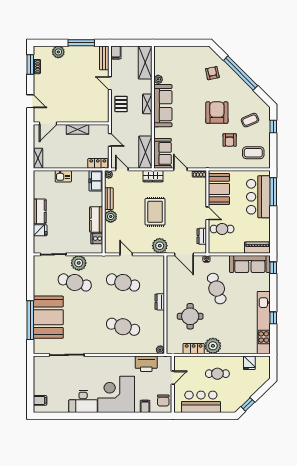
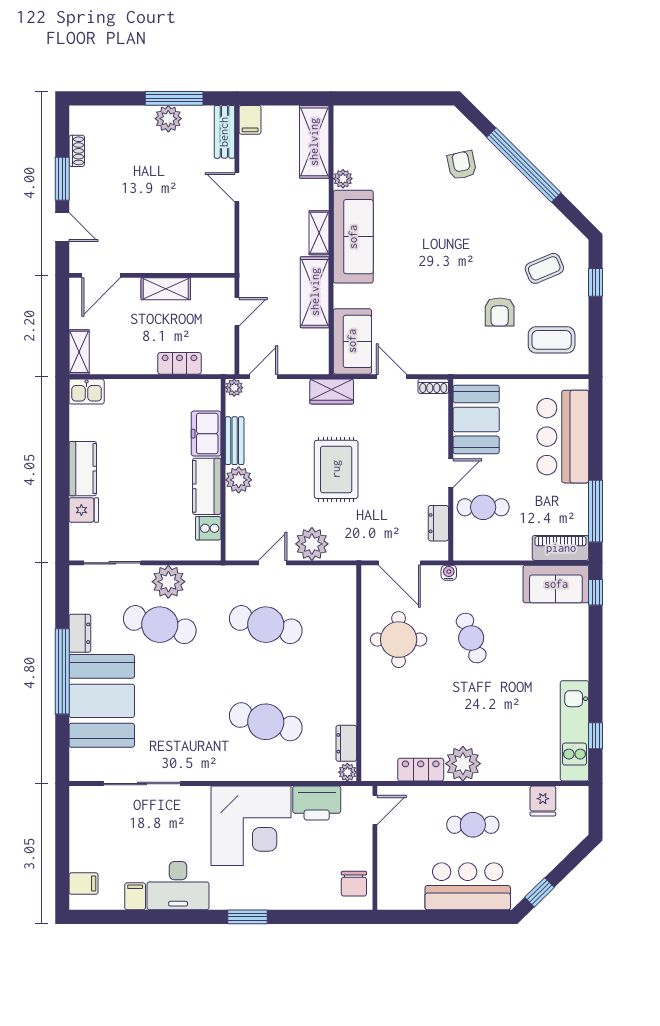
plant: (58, 52) -> (168, 119), moved
window: (30, 64) -> (62, 179), moved
pallet: (121, 104) -> (261, 233), removed
armchair: (217, 113) -> (472, 252), removed
door: (110, 140) -> (237, 312), hinge flipped
shelving: (145, 152) -> (315, 292), moved
locker: (98, 163) -> (180, 363), moved
door: (122, 169) -> (263, 377), hinge flipped
kitchen sink: (63, 176) -> (87, 392), moved
freezer: (96, 181) -> (206, 434), moved
window: (273, 192) -> (596, 511), moved
door: (207, 213) -> (451, 473), hinge flipped
plant: (160, 246) -> (312, 544), moved
door: (126, 254) -> (273, 563), hinge flipped
sofa: (250, 264) -> (556, 584), width x0.73
dresser: (38, 286) -> (80, 633), added
cafe table: (217, 289) -> (471, 638), width x0.73, depth x0.74
dresser: (160, 302) -> (346, 743), moved
round table: (190, 316) -> (399, 640), moved
window: (273, 318) -> (596, 736), moved
window: (30, 320) -> (62, 671), moved
kitchen unit: (264, 323) -> (575, 731), width x0.73
door: (173, 378) -> (375, 810), moved
corner desk: (116, 394) -> (251, 826), moved, turned 180
bar counter: (201, 402) -> (468, 886), moved
filing cabinet: (145, 406) -> (135, 896), moved
window: (115, 416) -> (247, 917), added

